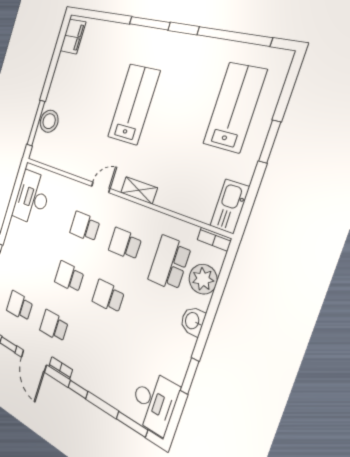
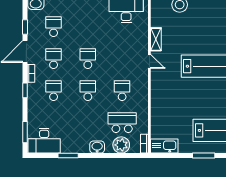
shelving: (139, 190) -> (156, 39), moved
school desk: (85, 227) -> (54, 91), moved

